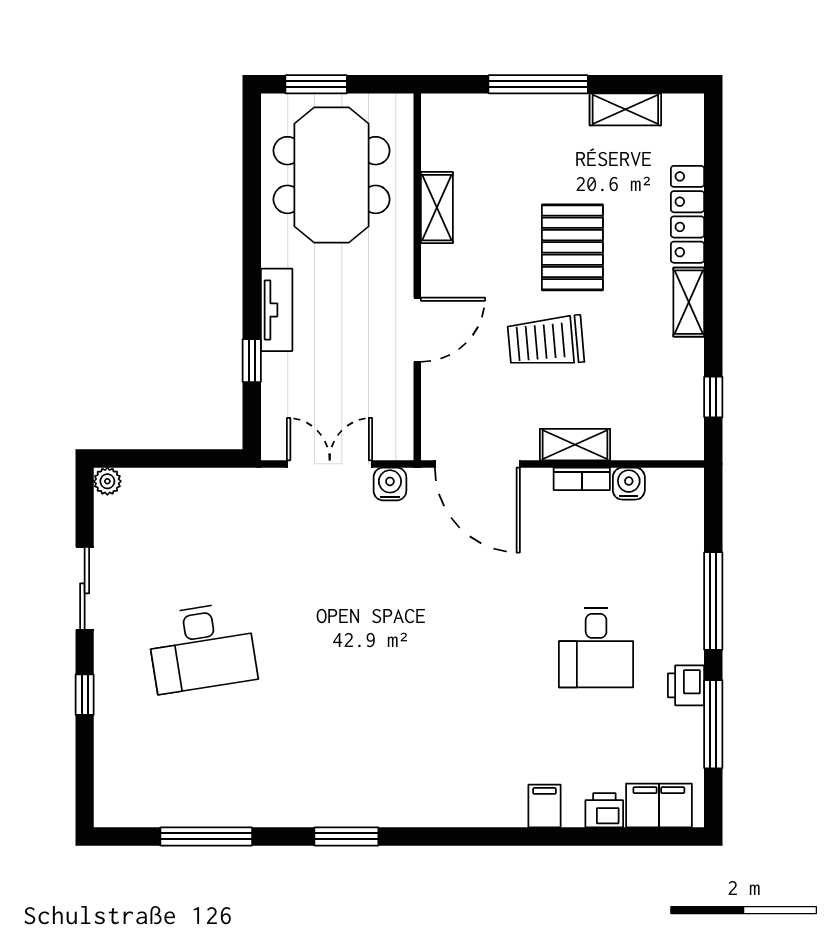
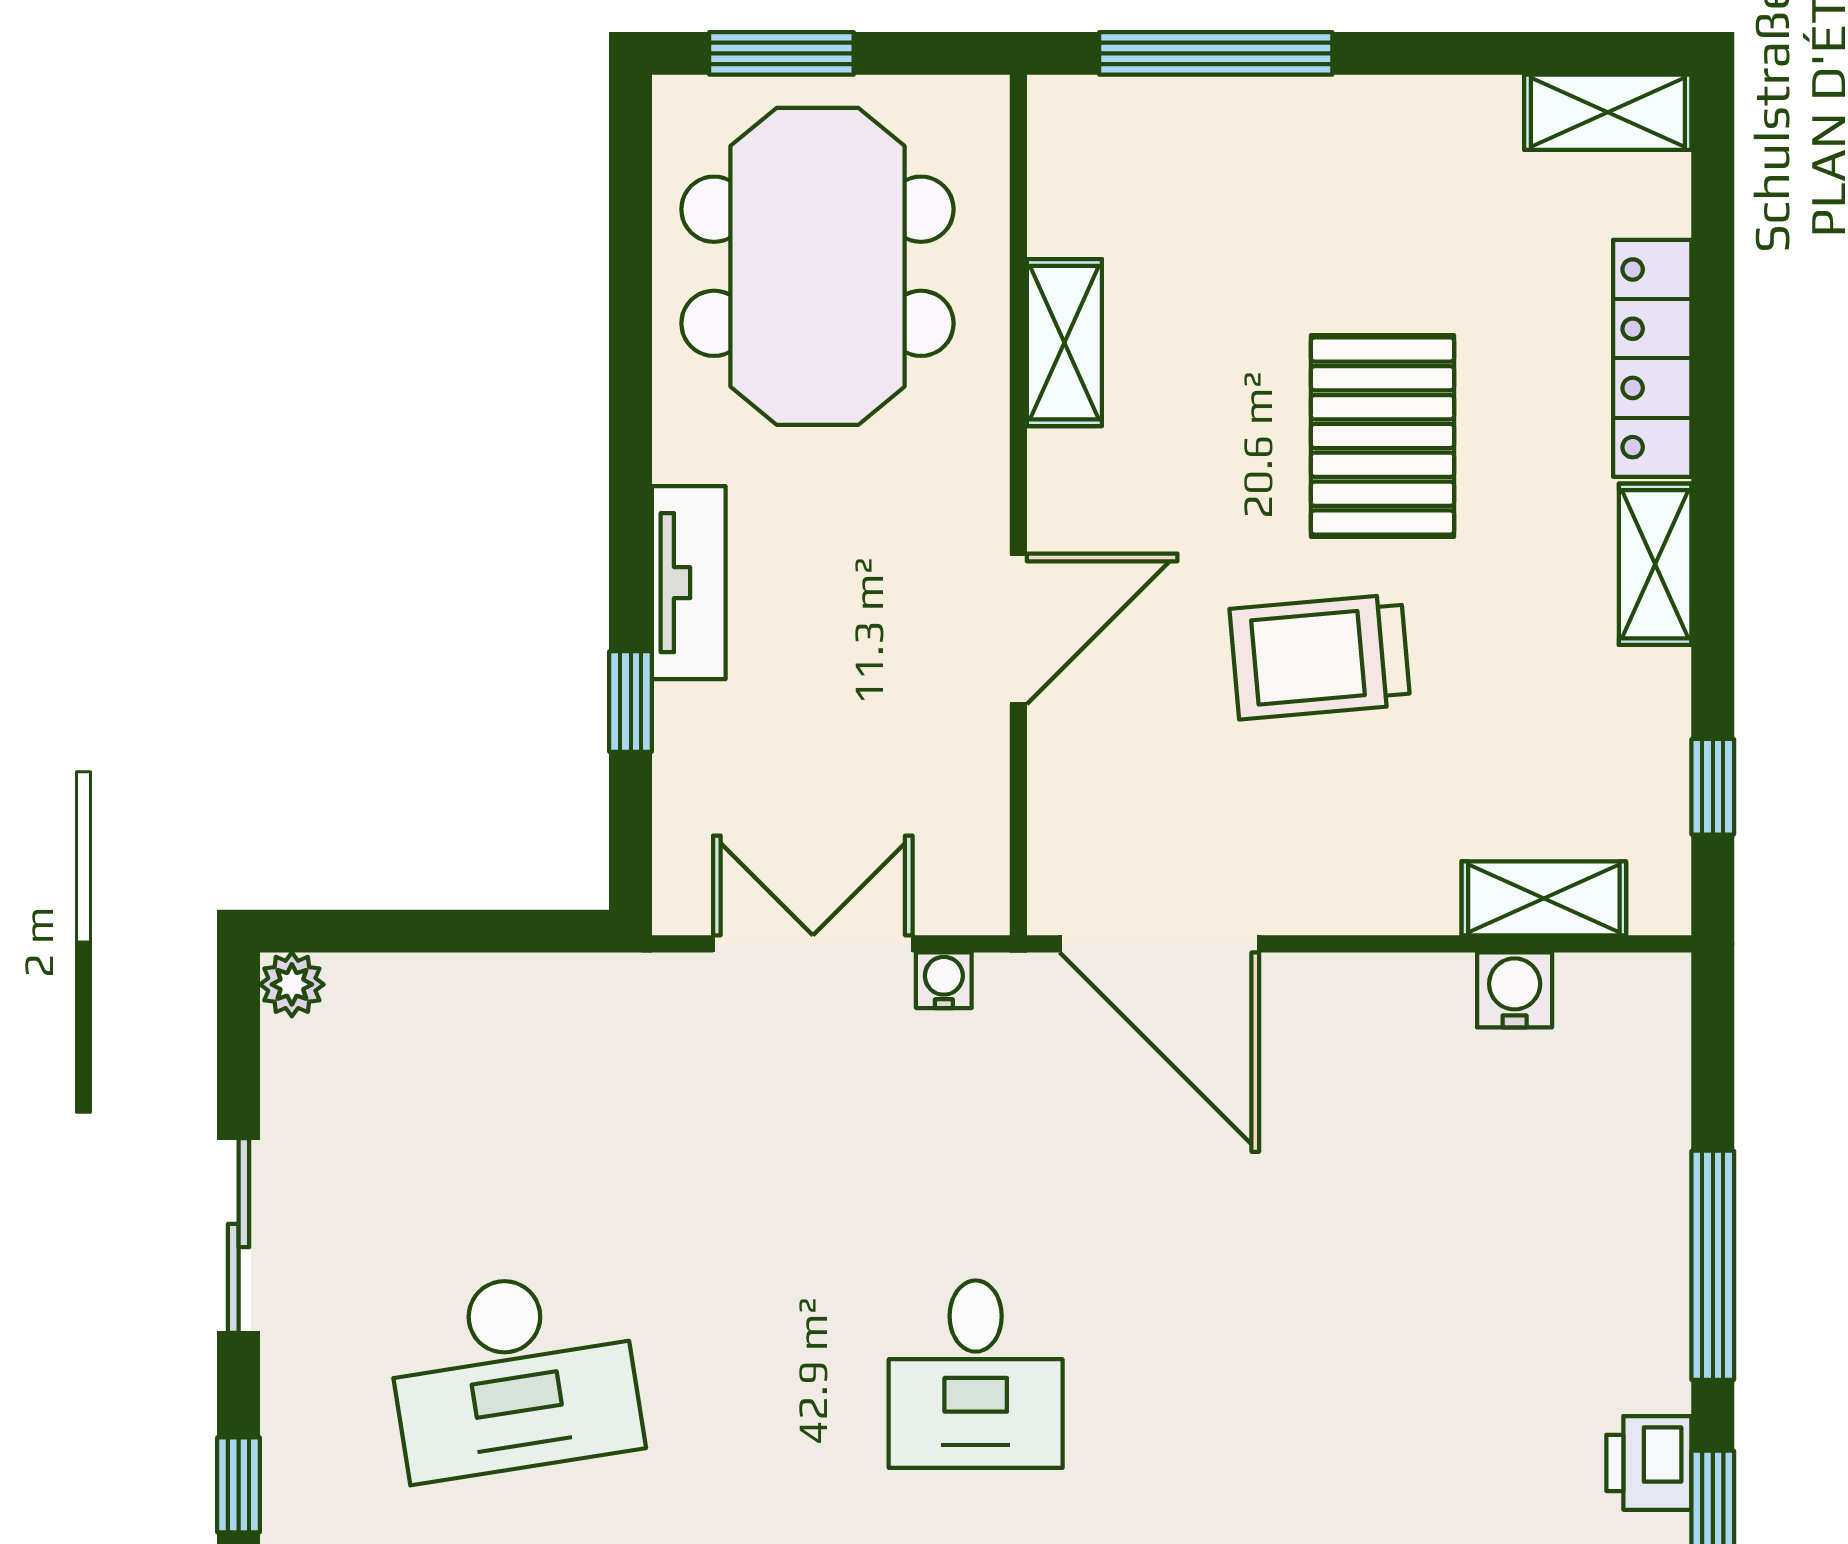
window: (538, 84) -> (1216, 53), moved
shelving: (625, 109) -> (1608, 112), moved
shelving: (575, 445) -> (1544, 898), moved
bookcase: (582, 479) -> (1404, 979), removed
water cooler: (390, 484) -> (944, 980), width x0.72, depth x0.72
desk: (596, 647) -> (976, 1374), moved

